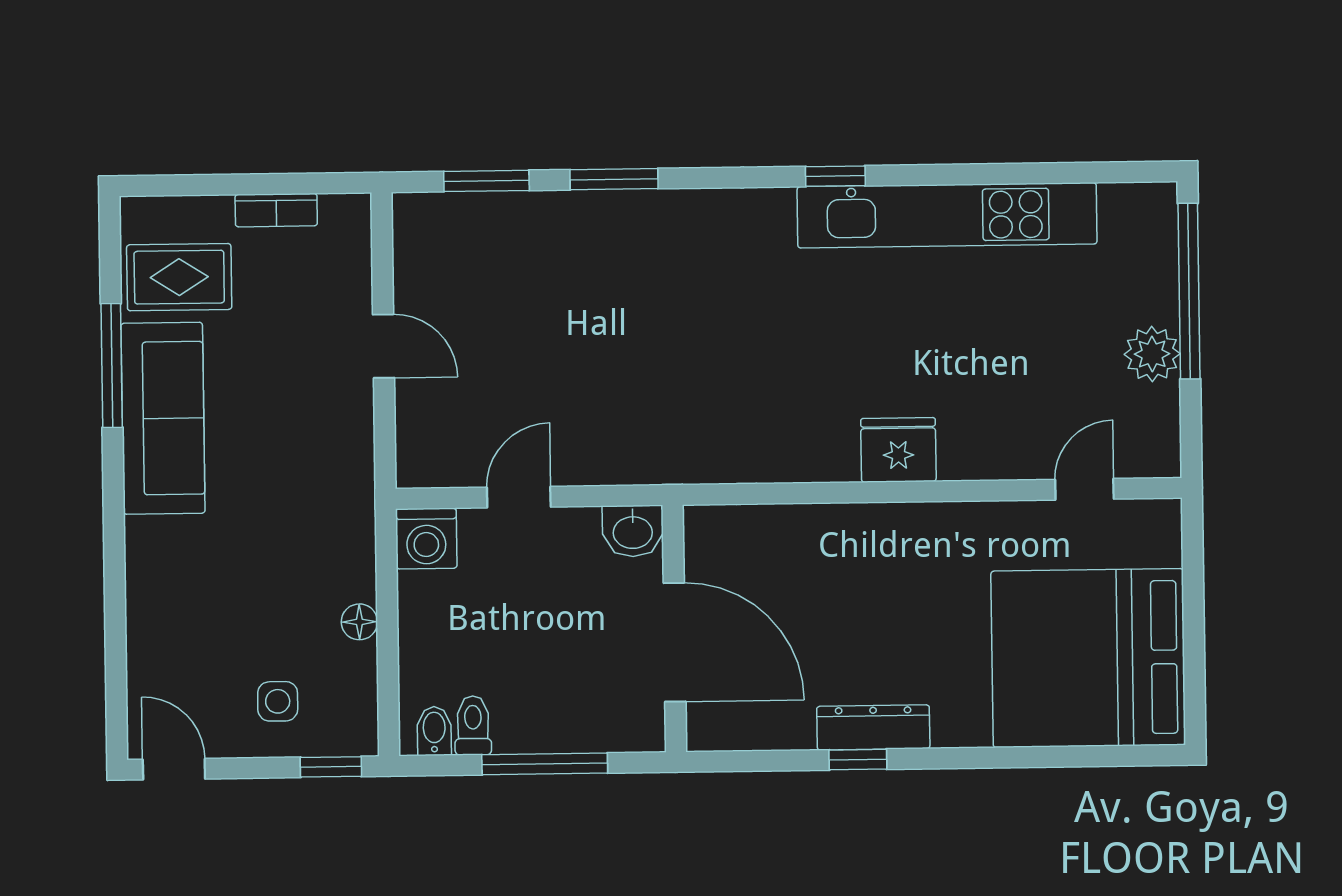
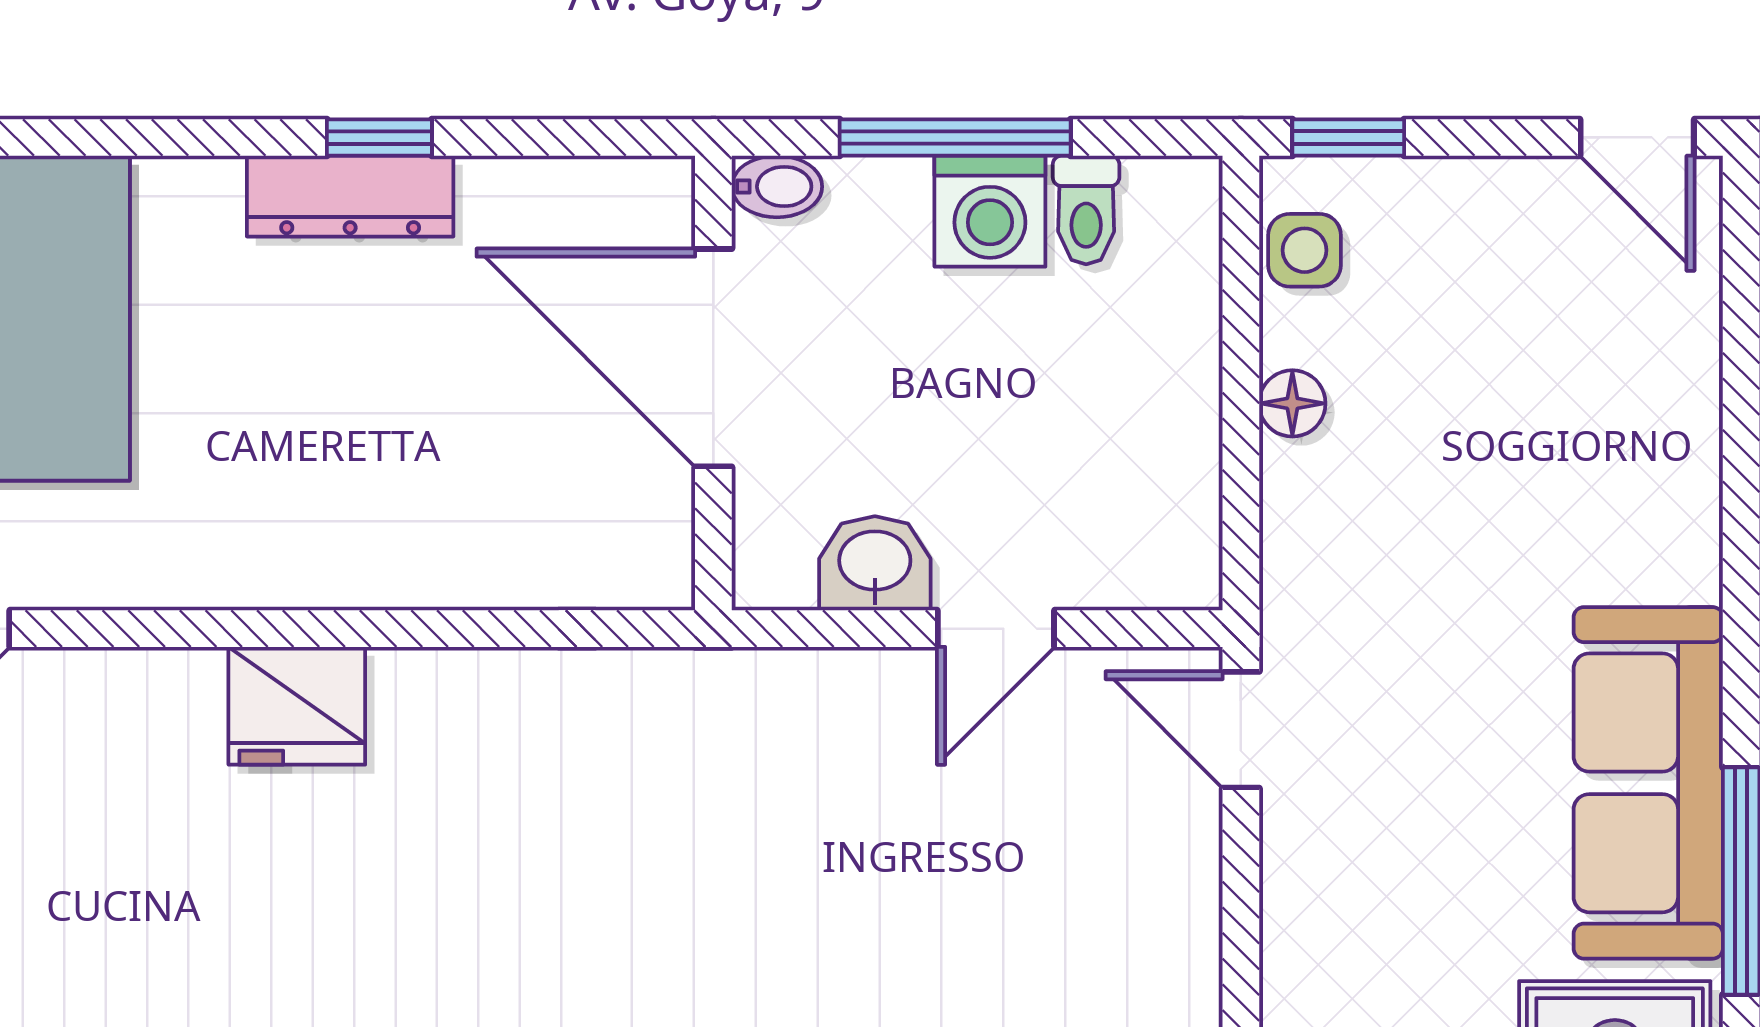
door: (383, 346) -> (1241, 730), moved
washbasin: (633, 531) -> (875, 563), moved
washing machine: (426, 539) -> (990, 211), moved, turned 180
side table: (278, 701) -> (1305, 250), moved
bidet: (434, 731) -> (777, 187), moved, turned -90

